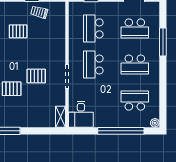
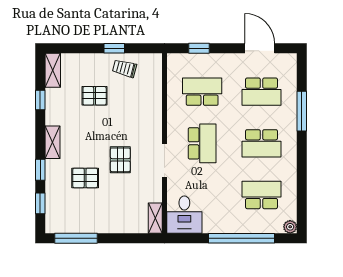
school desk: (93, 28) -> (202, 92), turned 90
school desk: (93, 65) -> (202, 143), turned 180
pallet: (36, 76) -> (120, 160), turned 90

